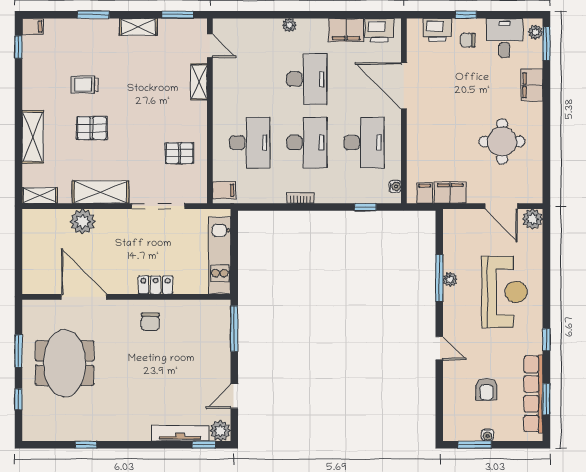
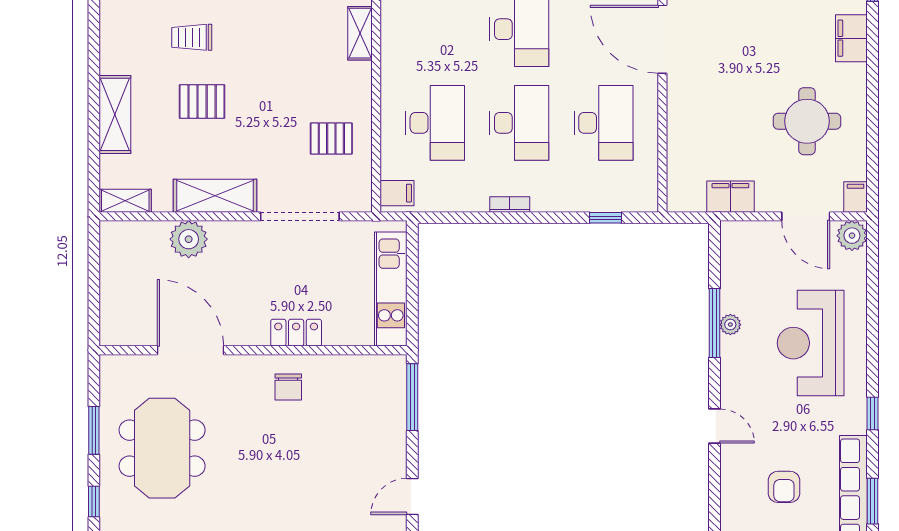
water cooler: (395, 187) -> (649, 188), removed
filing cabinet: (425, 193) -> (855, 197), moved
reception desk: (504, 292) -> (811, 343), turned 180

